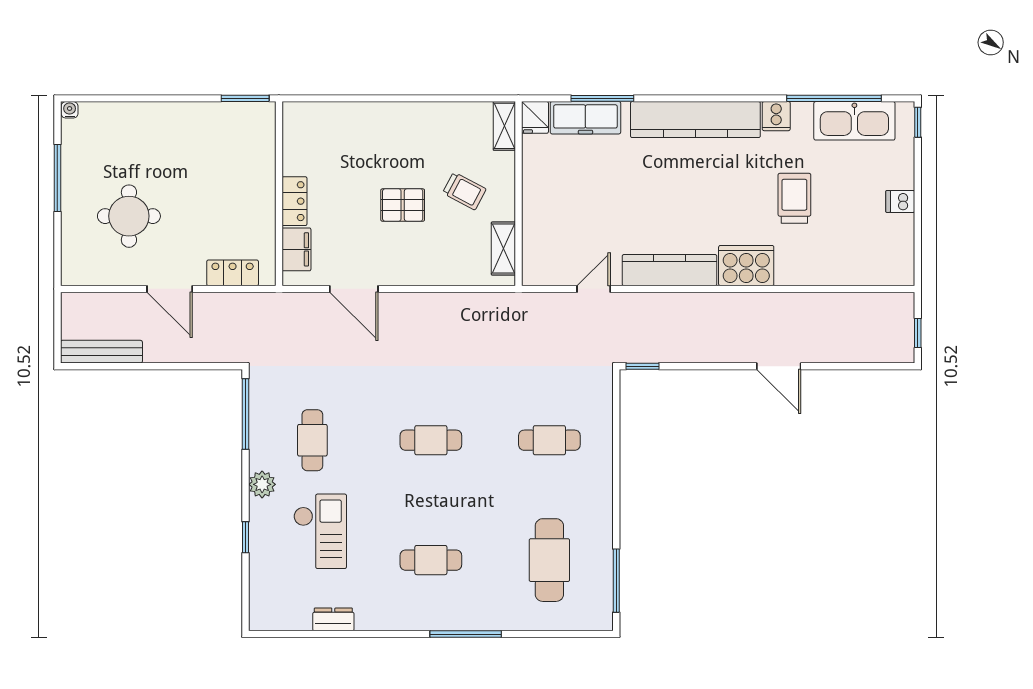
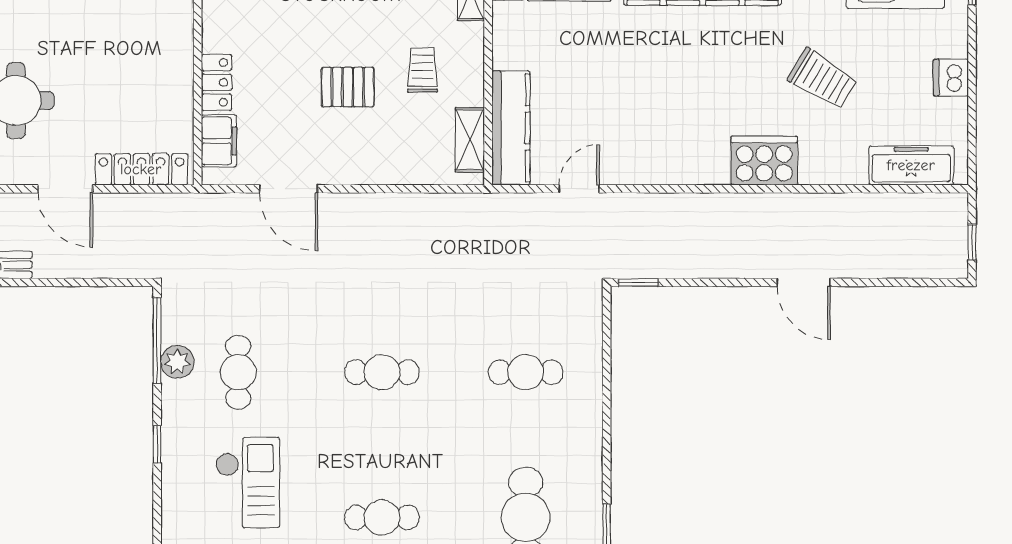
trolley: (464, 191) -> (422, 70), turned -118
trolley: (794, 198) -> (823, 79), turned 121
dishwasher: (900, 201) -> (951, 78), width x1.38
kitchen counter: (670, 270) -> (511, 128), moved, turned 90
freezer: (867, 270) -> (911, 165), added
locker: (233, 273) -> (141, 169), width x1.53
plant: (262, 484) -> (177, 362), moved
window: (245, 537) -> (157, 444), moved

